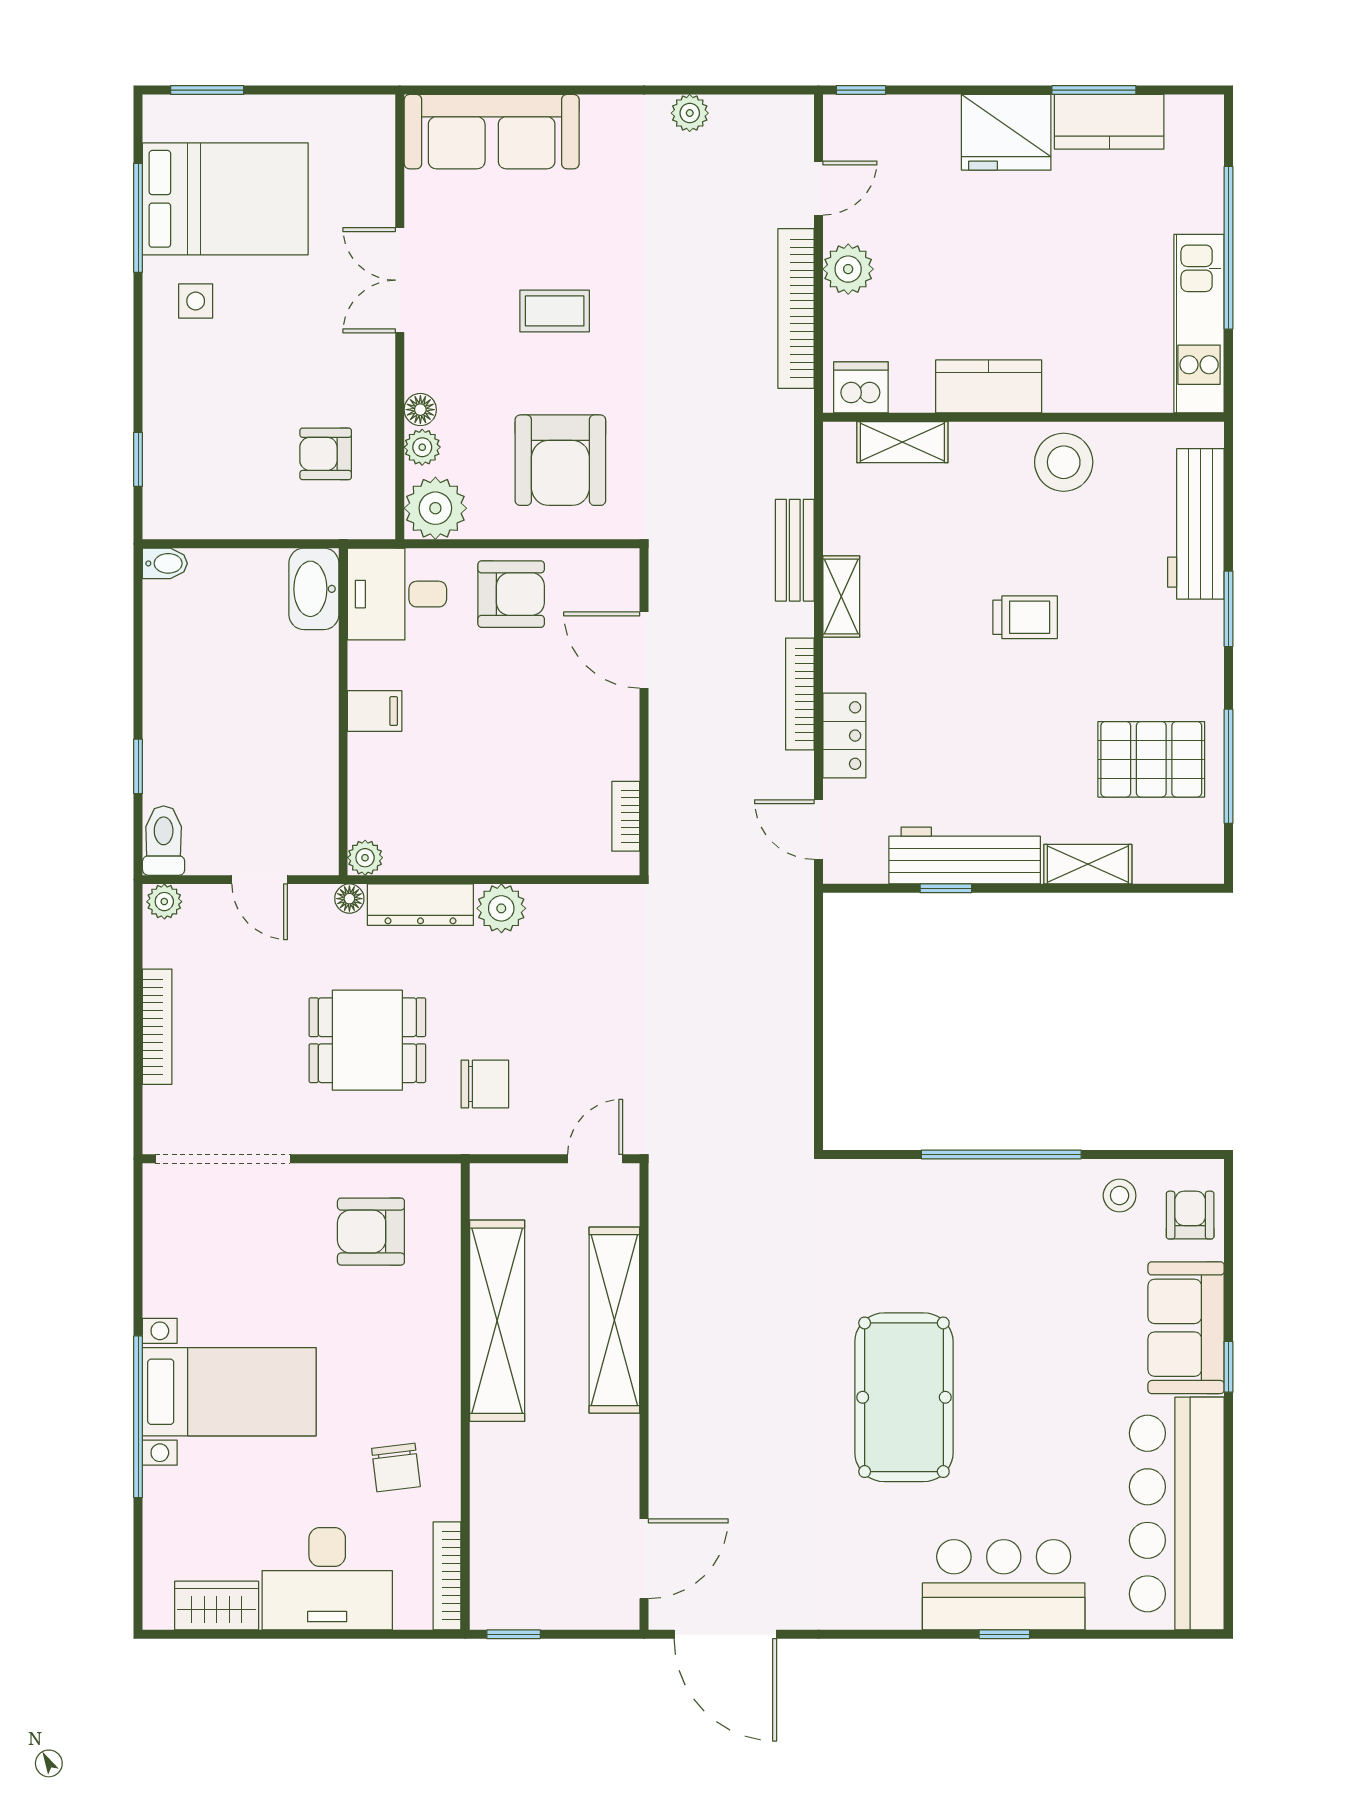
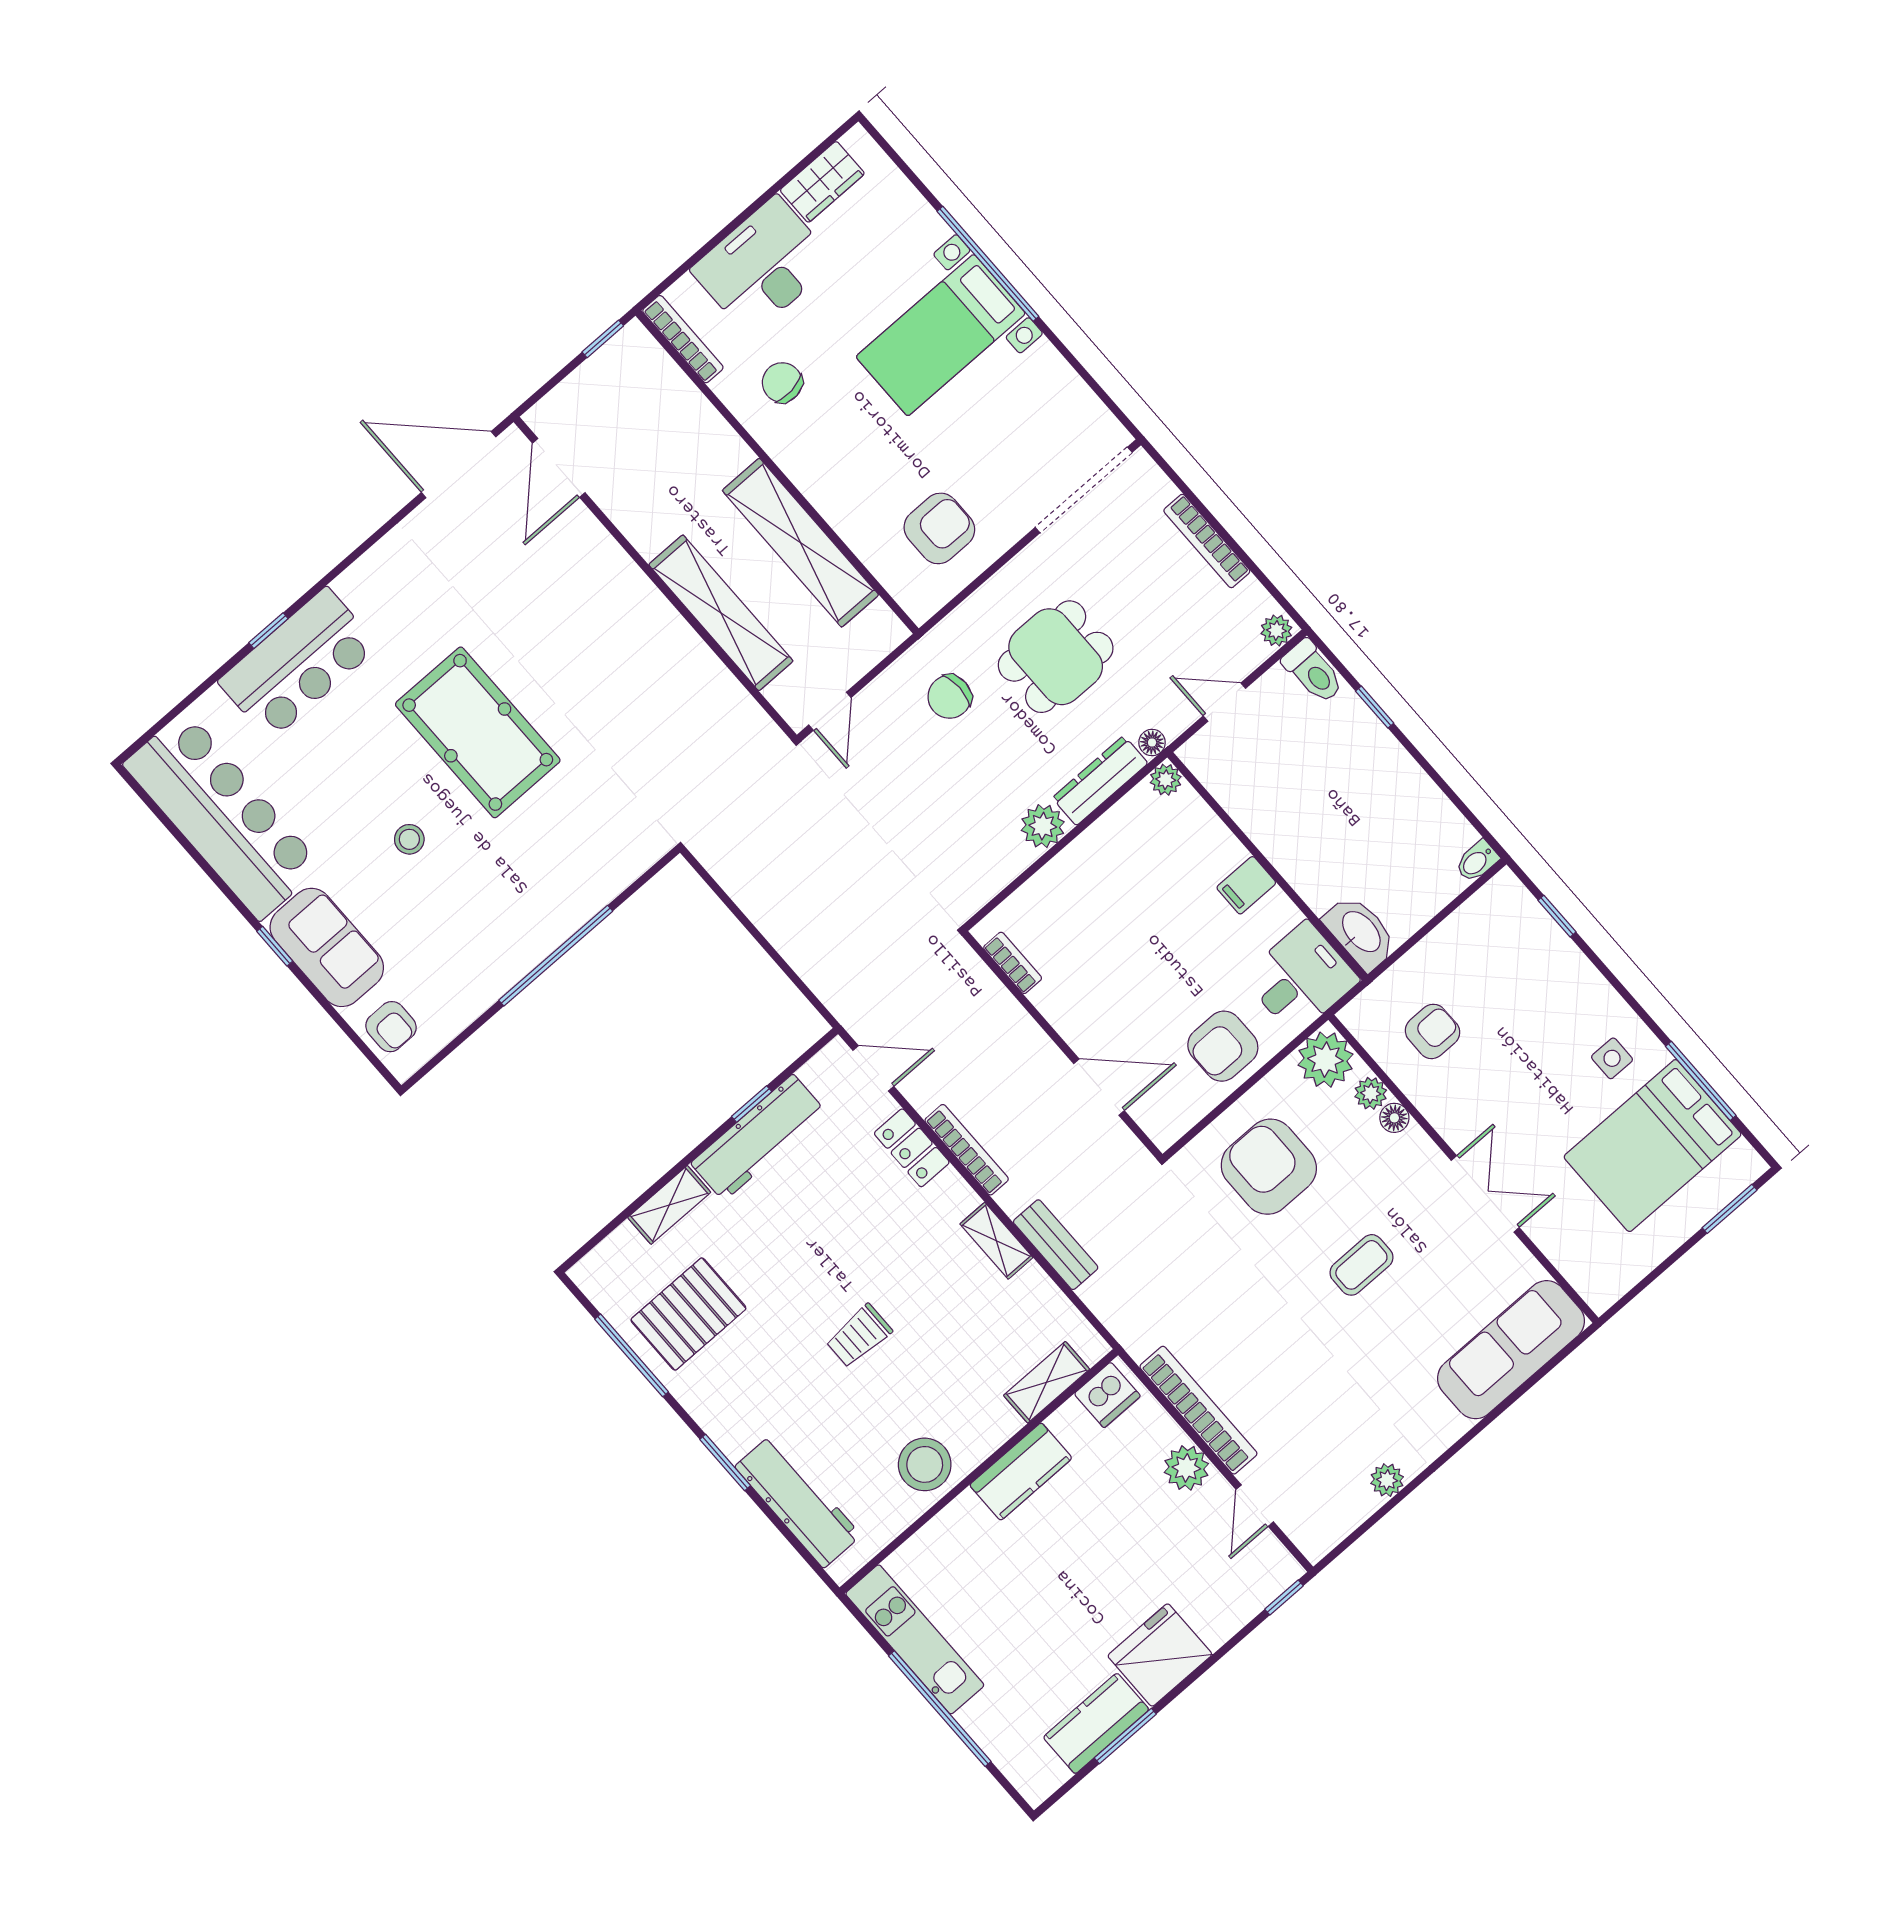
stool: (1120, 1196) -> (409, 839), moved

